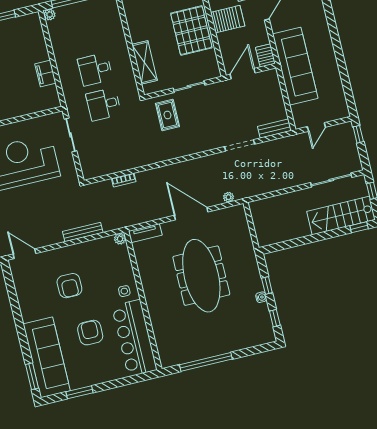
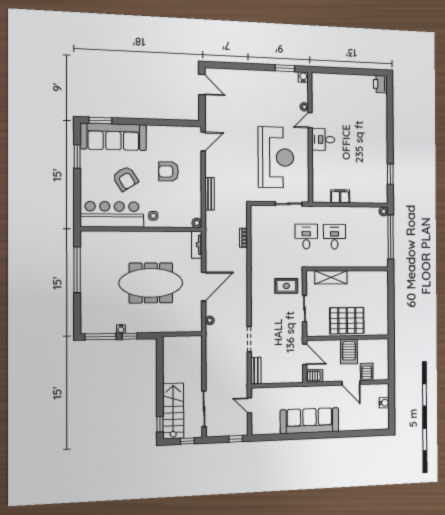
sofa: (295, 66) -> (310, 421), moved, turned 180
window: (275, 318) -> (101, 337), width x2.17
armchair: (90, 333) -> (125, 179), turned 58

